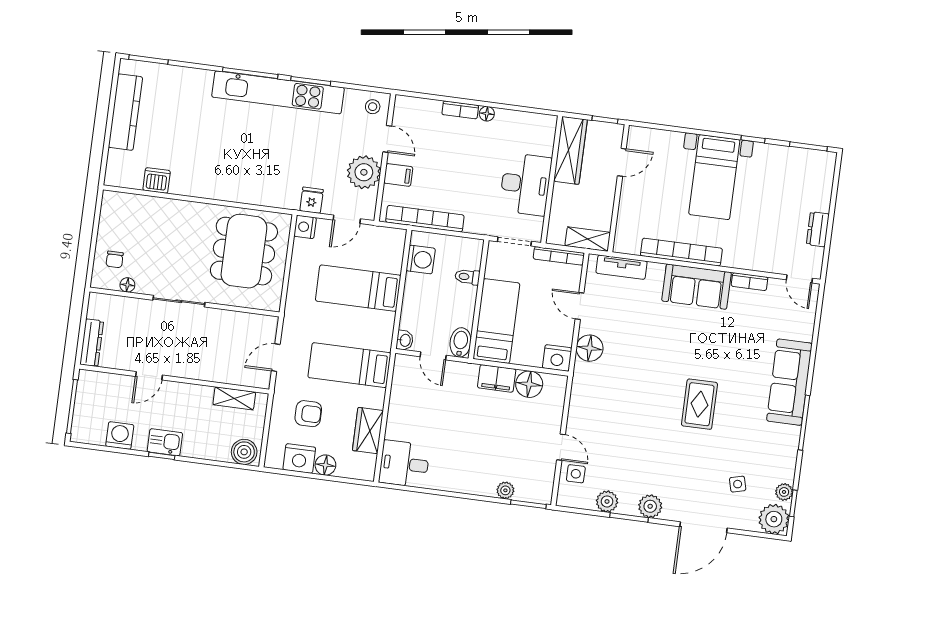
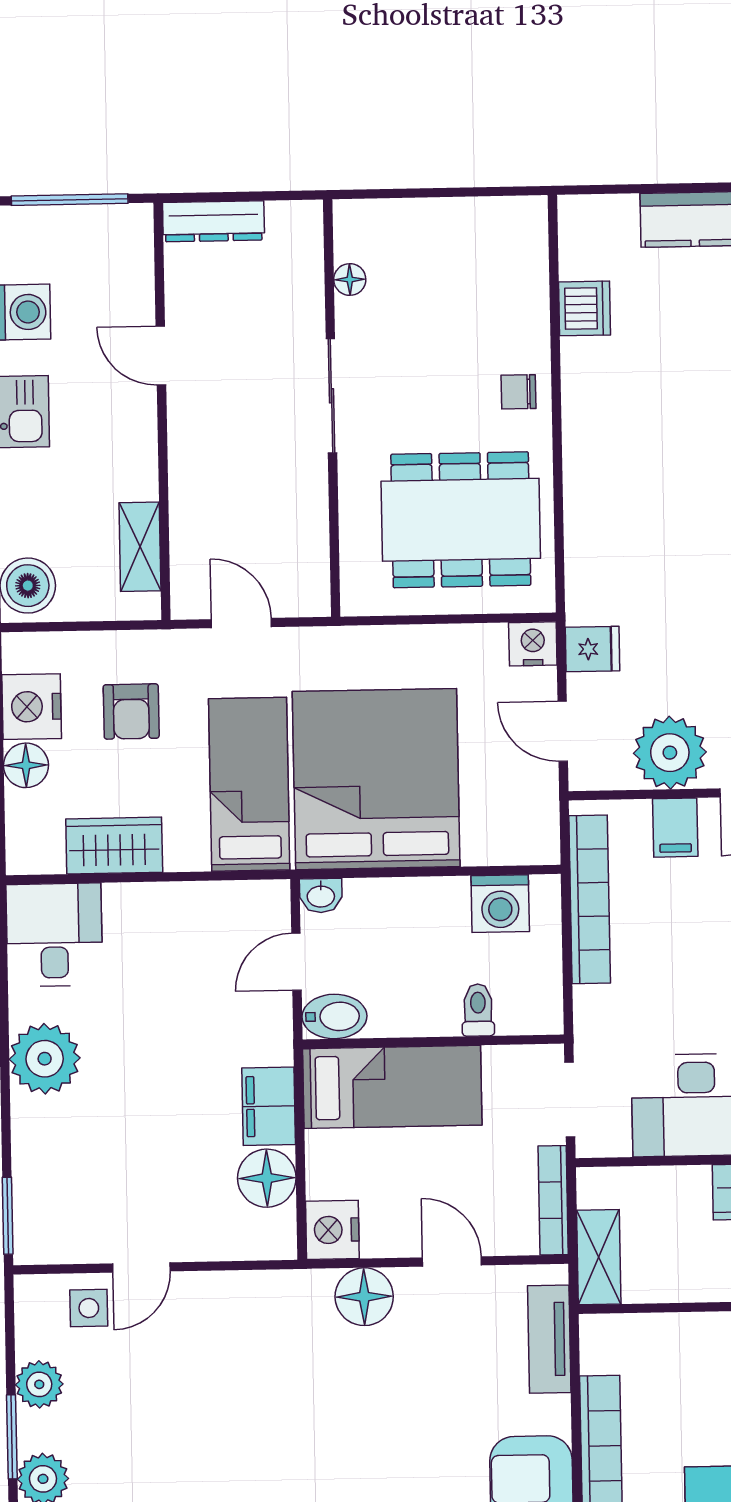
chair: (115, 259) -> (518, 392), moved
bed: (358, 288) -> (376, 779), width x2.04
door: (580, 306) -> (452, 1261), hinge flipped
plant: (505, 490) -> (45, 1059), moved, width x1.88, depth x1.88

